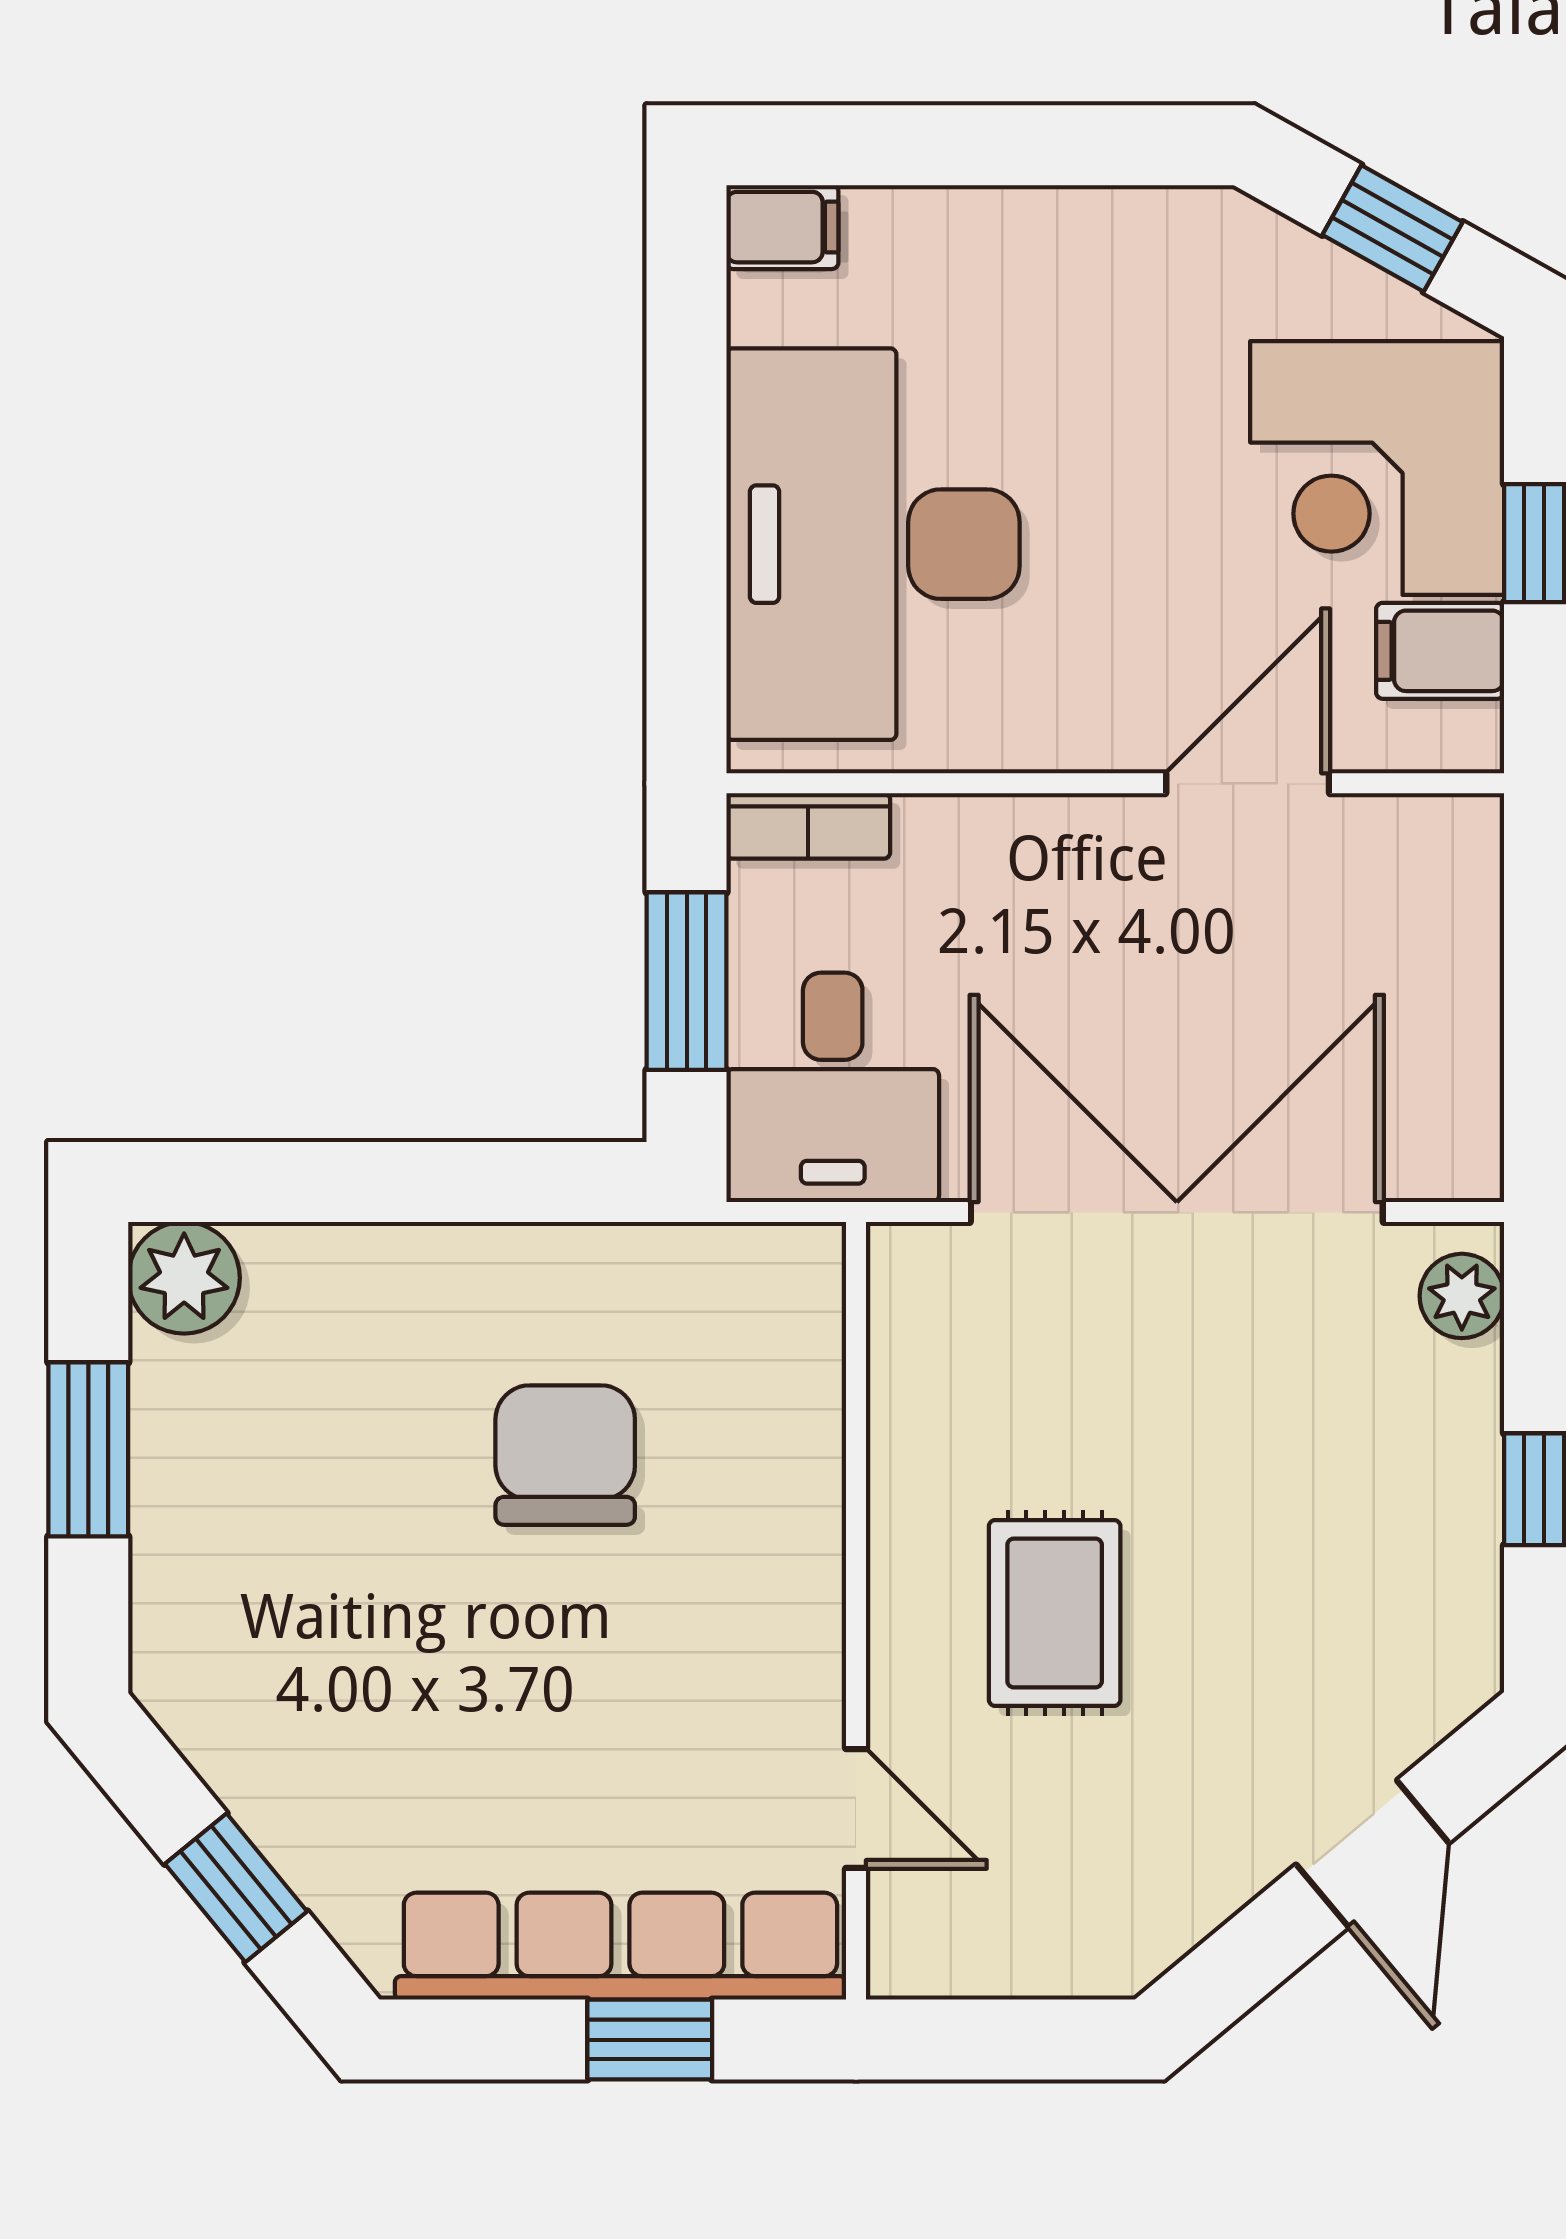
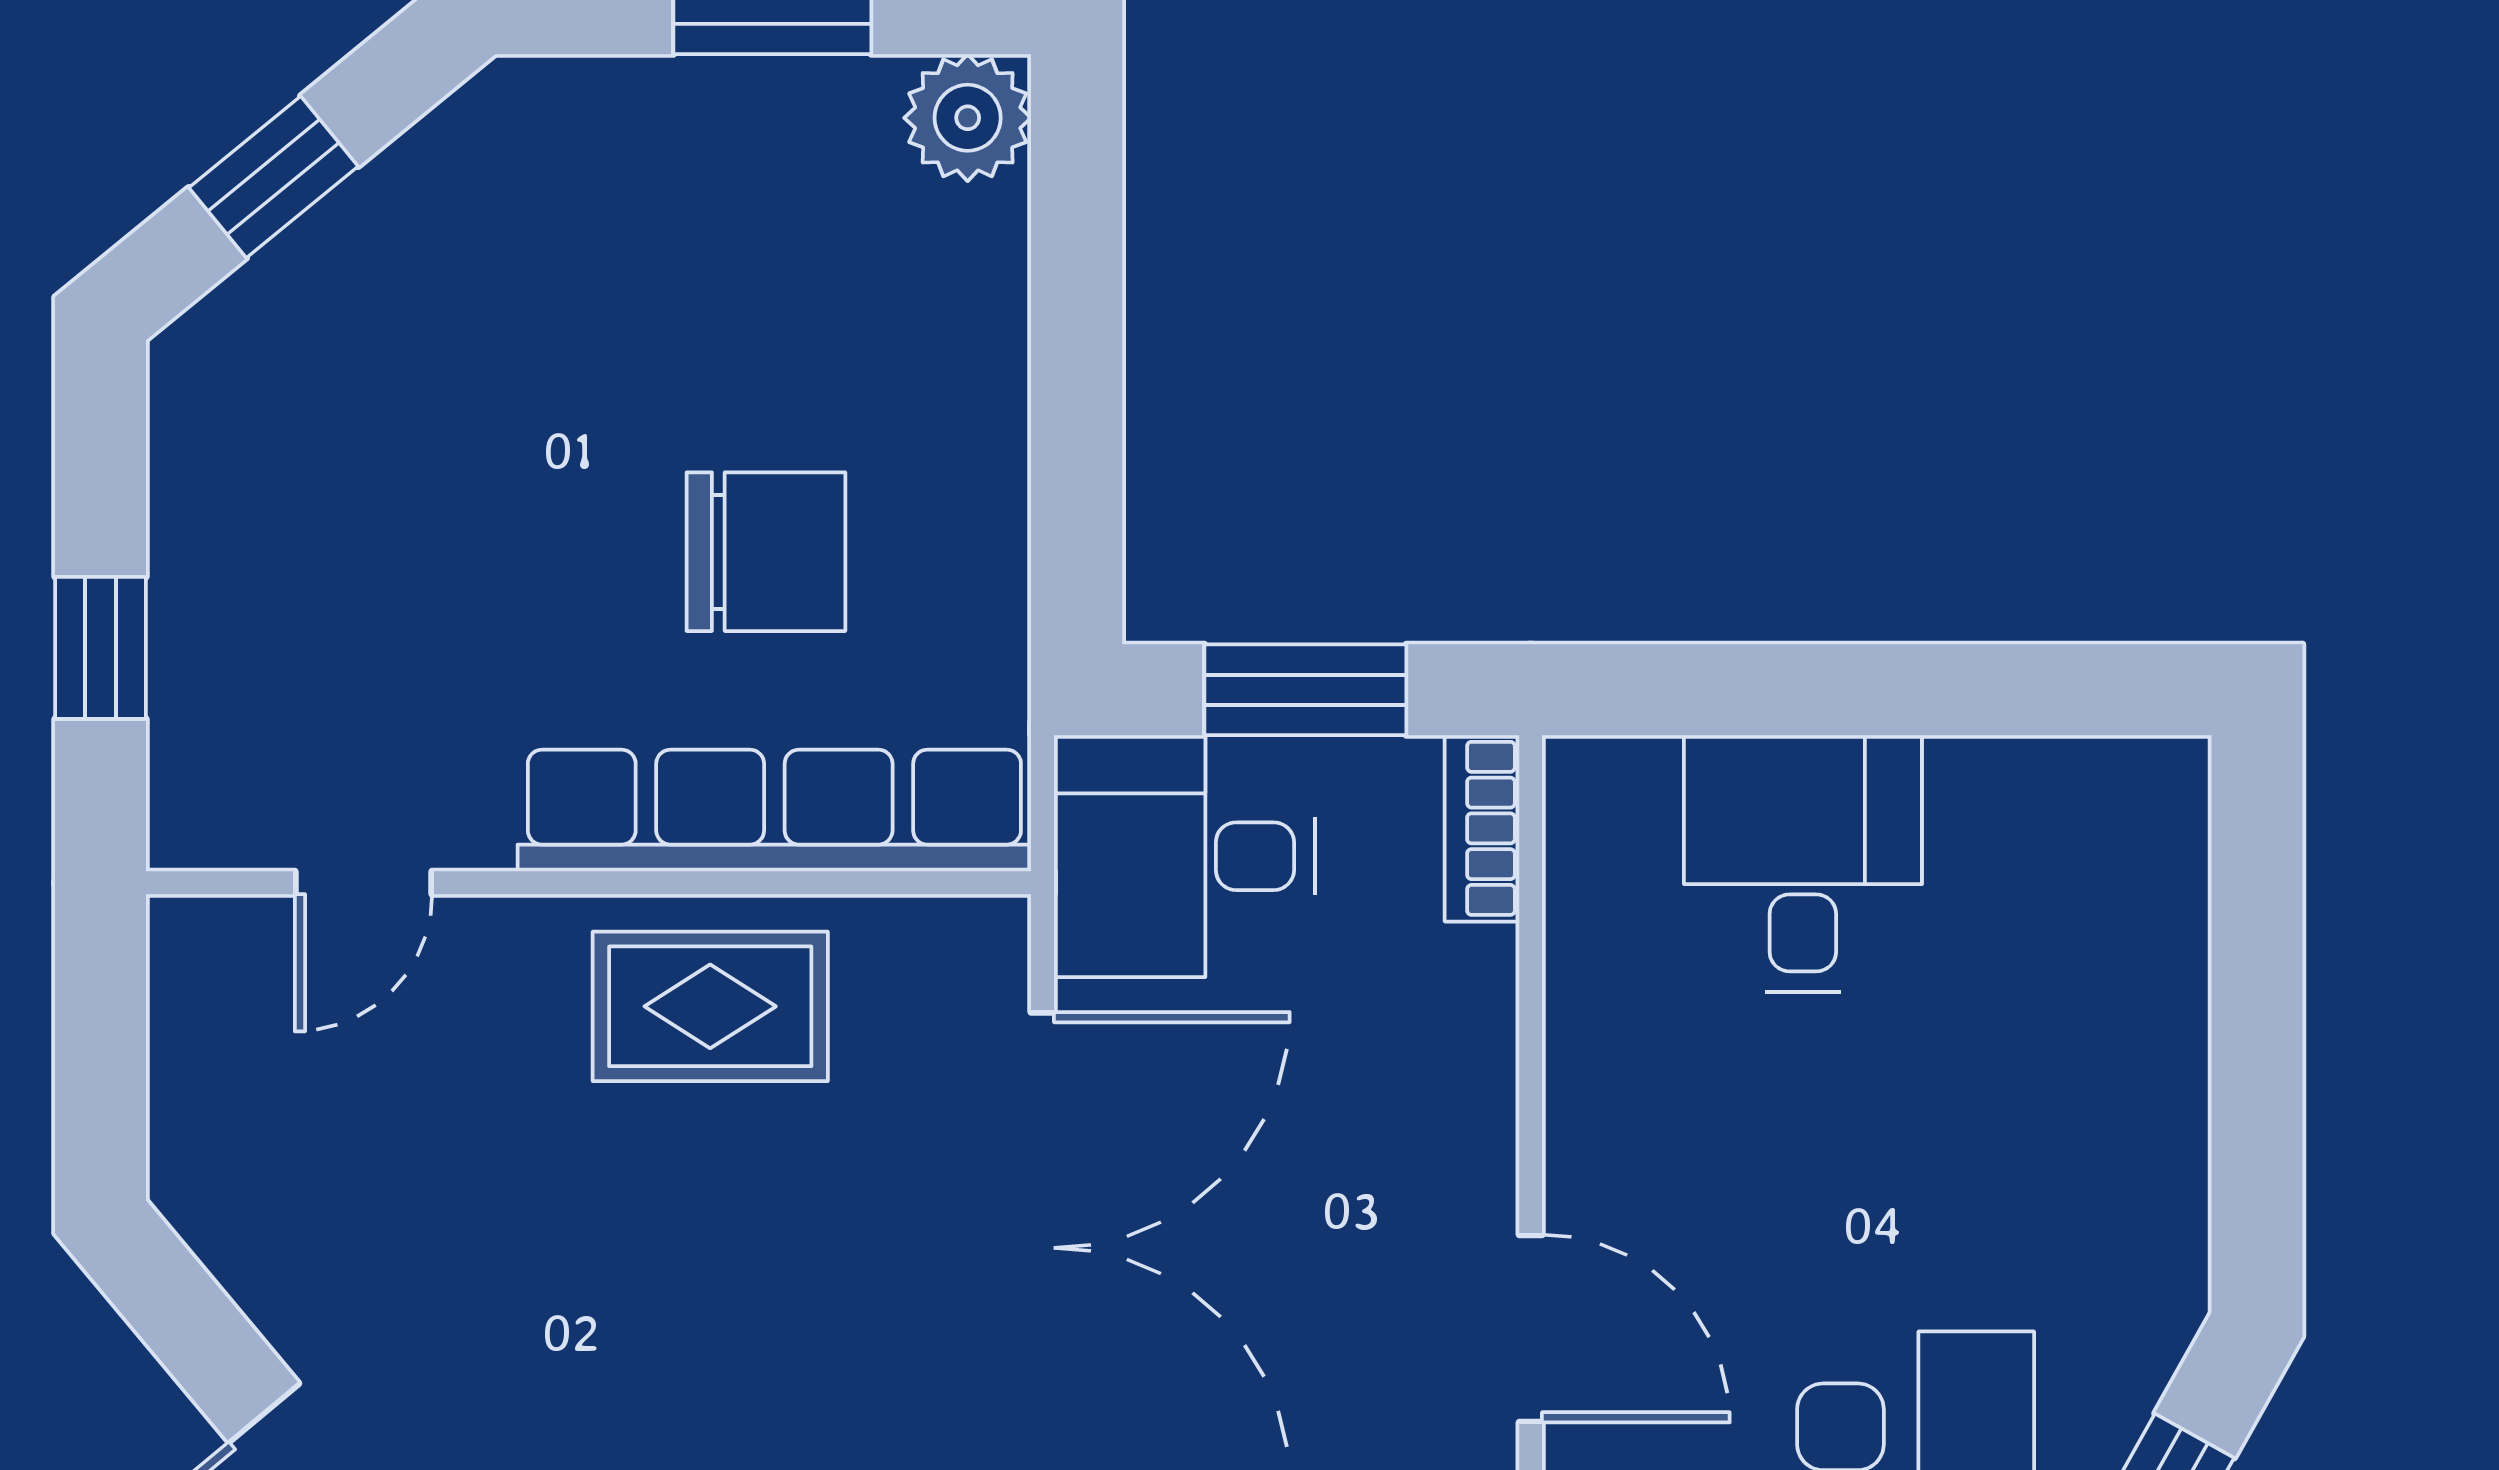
filing cabinet: (782, 227) -> (2164, 799), removed
desk: (873, 544) -> (1803, 864), width x0.53, depth x0.77
rug: (1055, 1613) -> (710, 1006), moved
row of seats: (620, 1946) -> (774, 810), moved, turned -90

